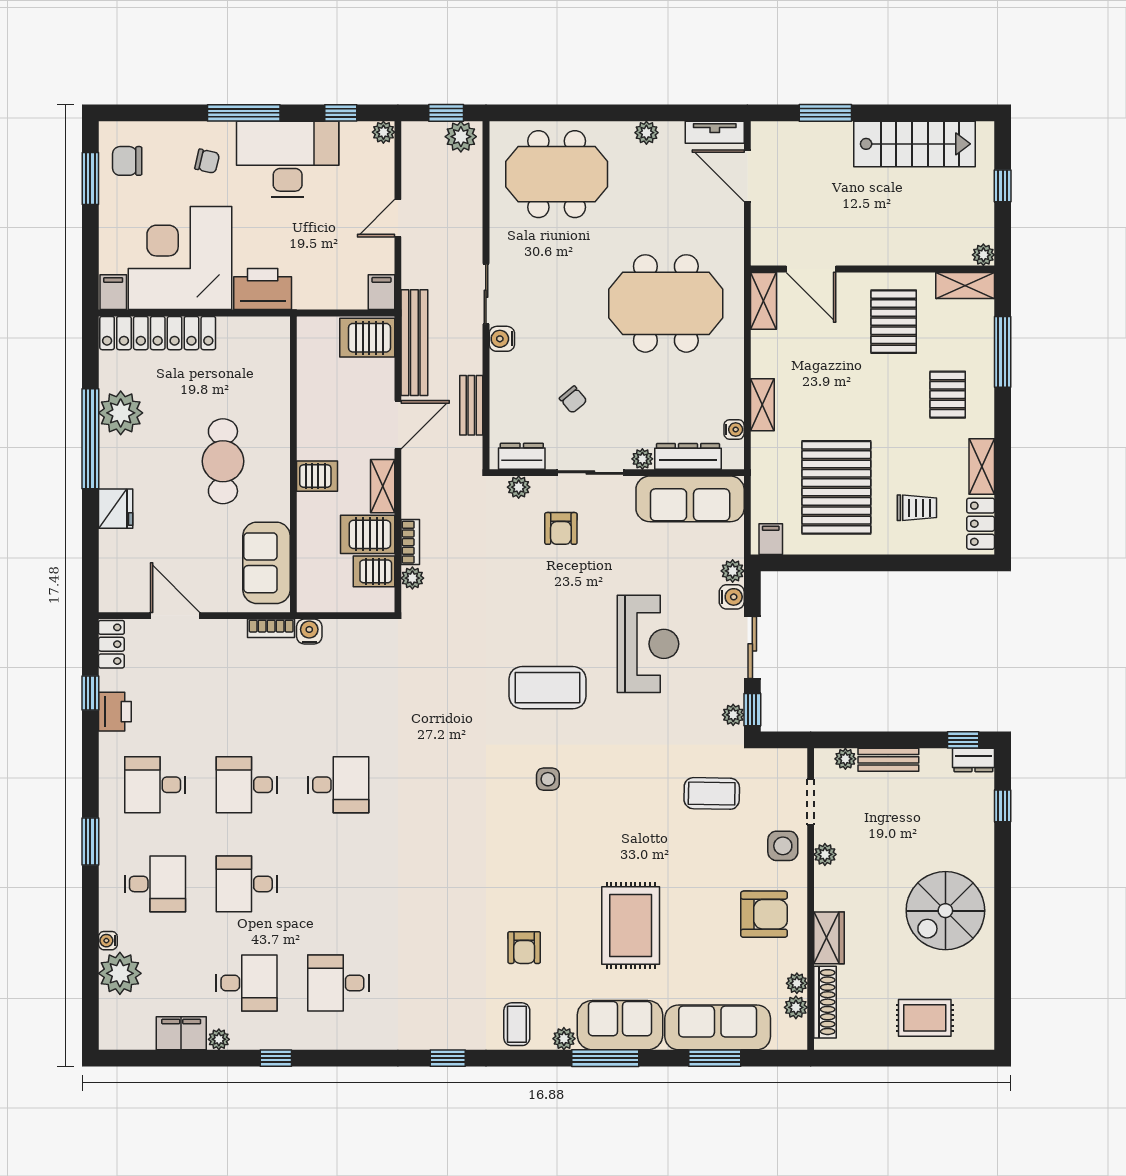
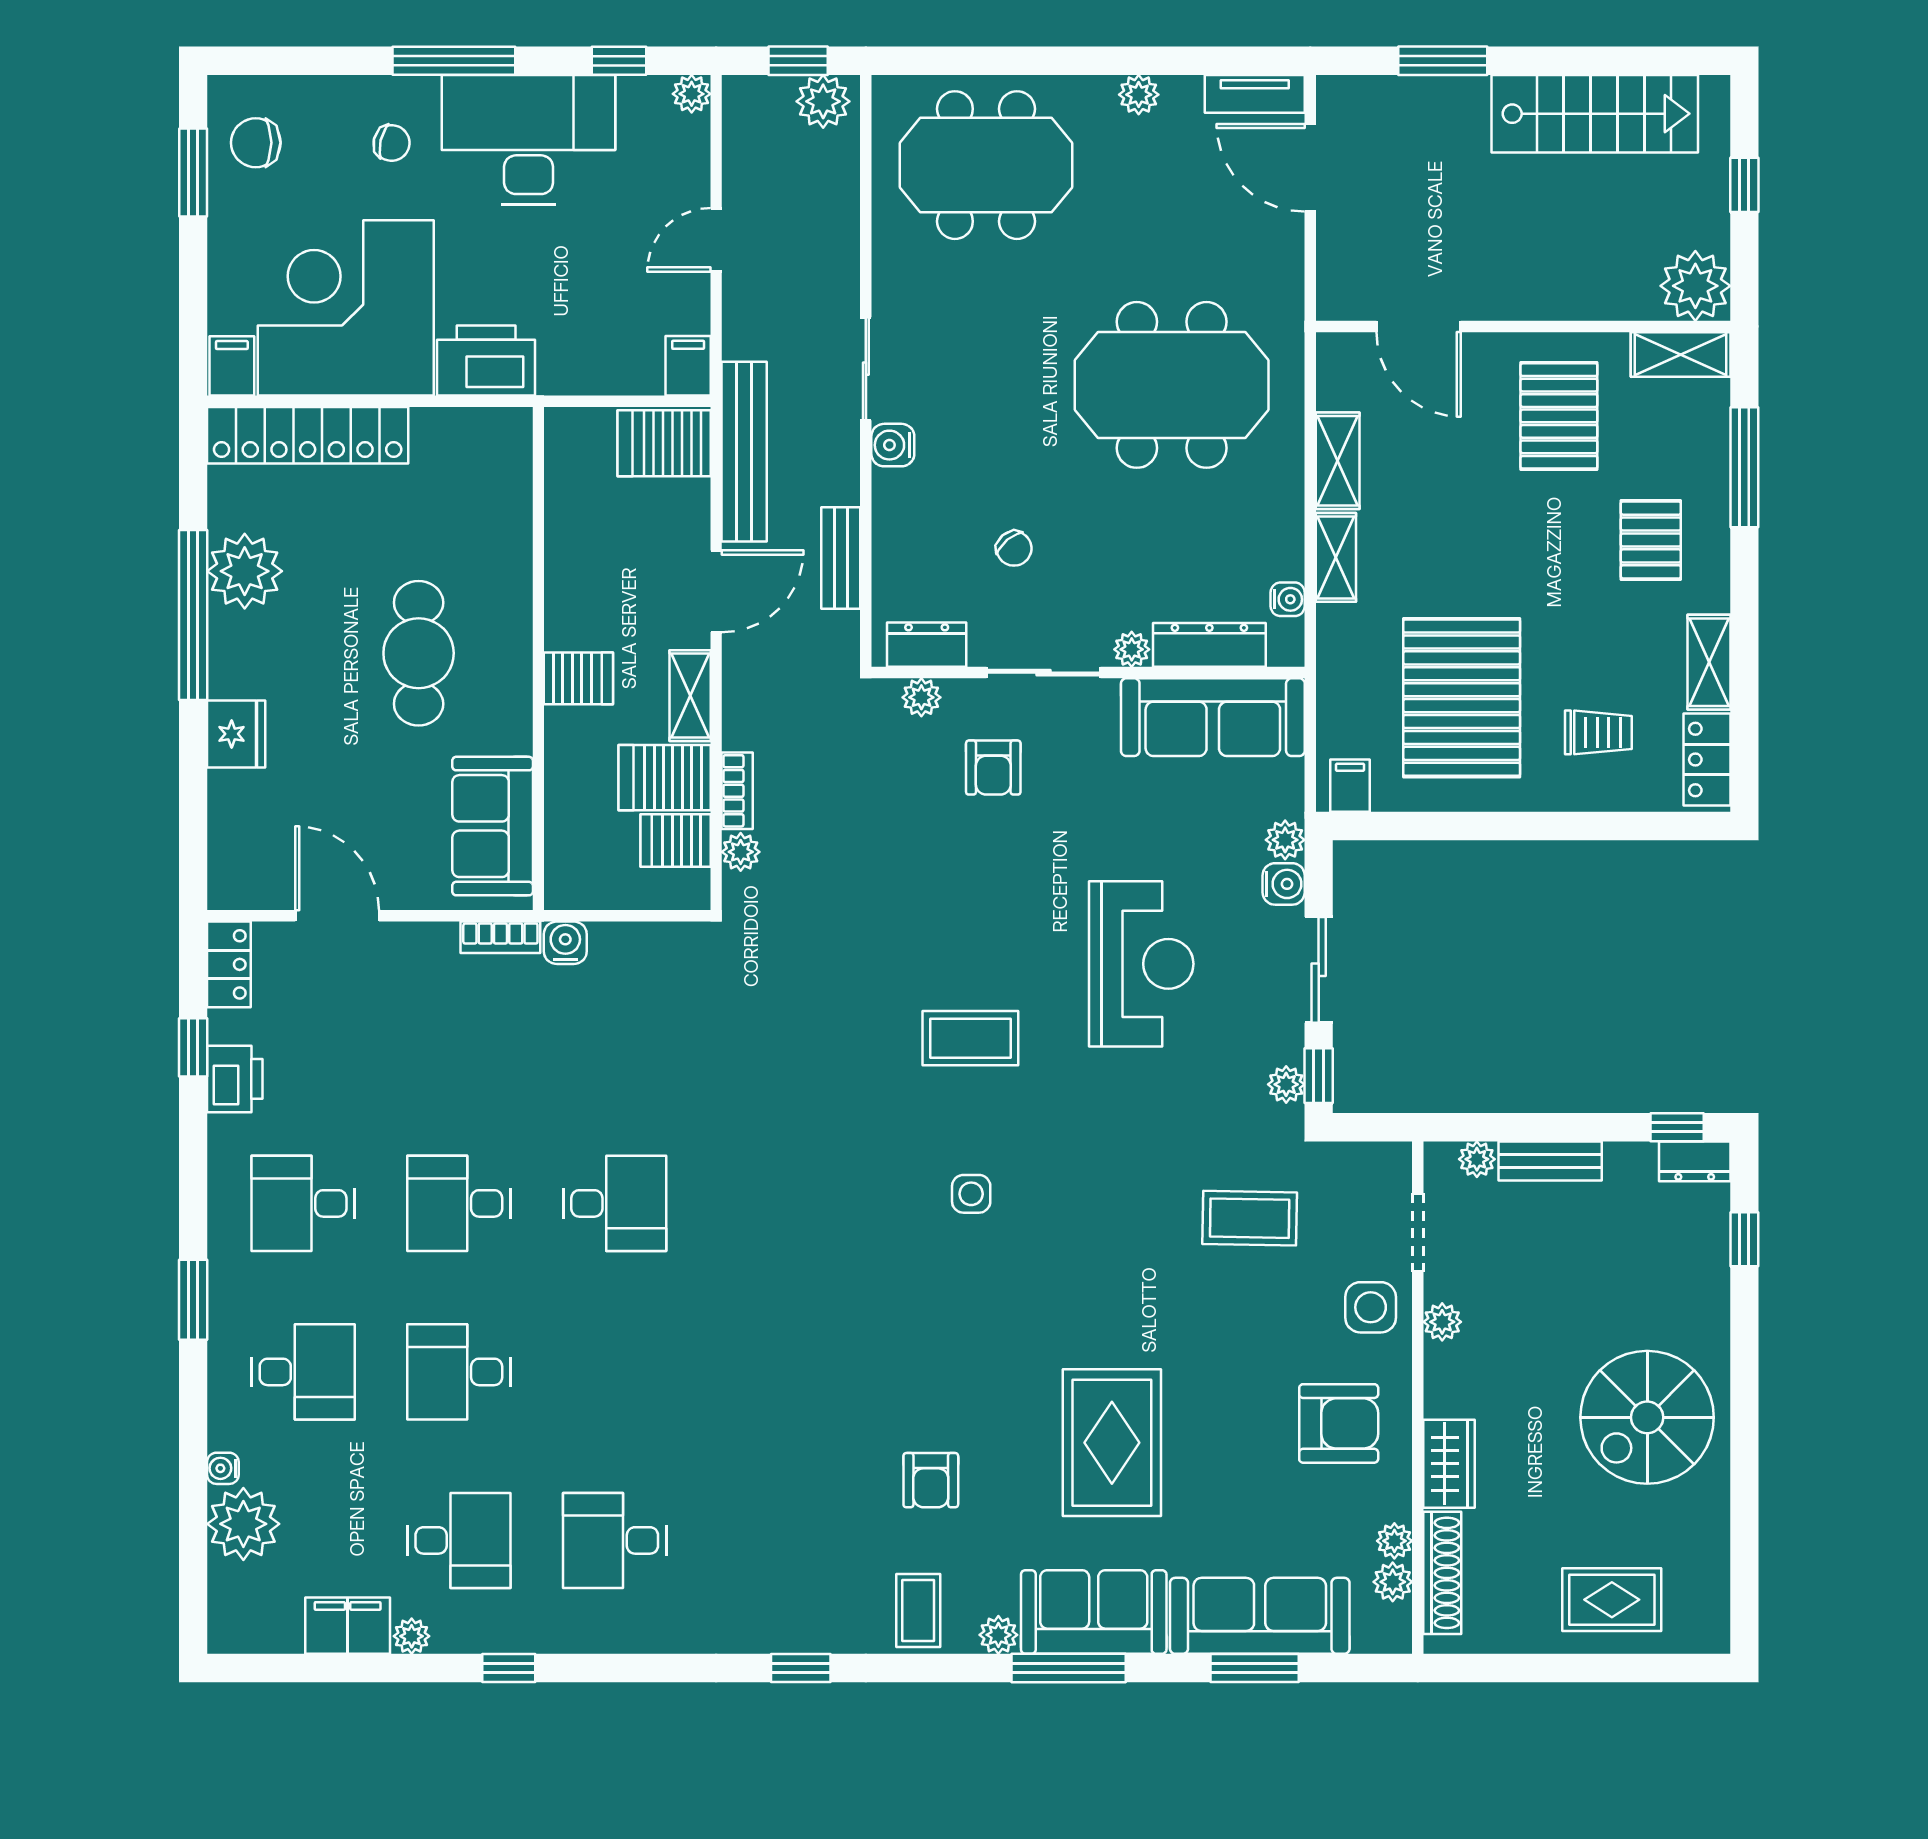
plant: (983, 255) -> (1695, 286), width x1.88, depth x1.88
shelving: (763, 301) -> (1338, 461), moved
coffee table: (548, 688) -> (970, 1038), width x0.73, depth x0.76

